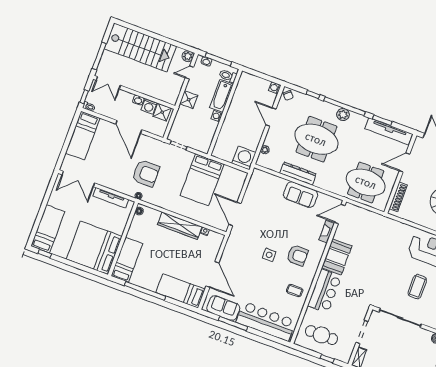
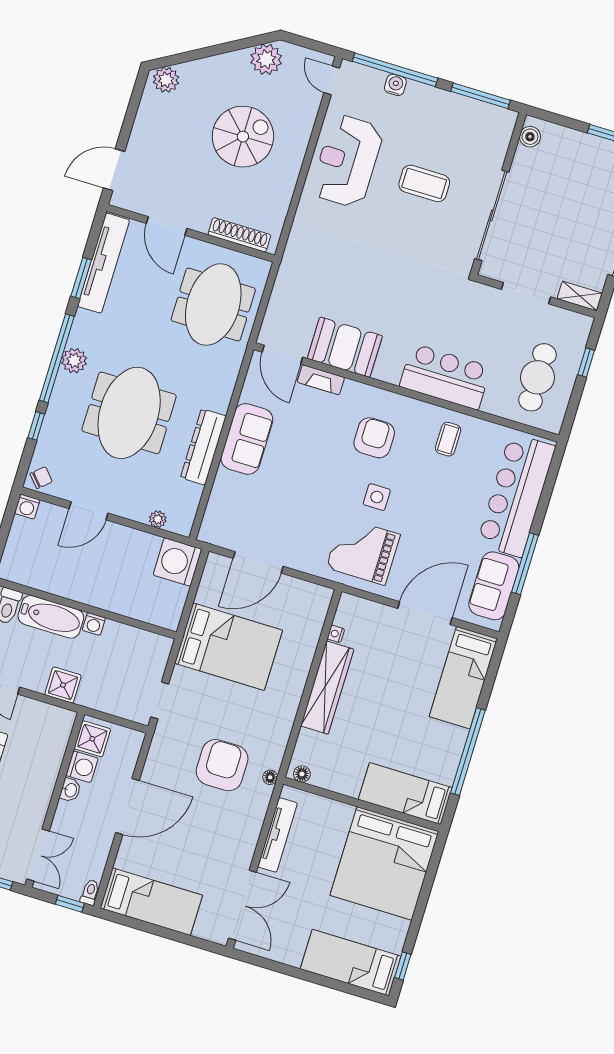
door: (235, 214) -> (258, 562), moved
grand piano: (244, 247) -> (363, 551), added
booth: (337, 257) -> (345, 347), moved

